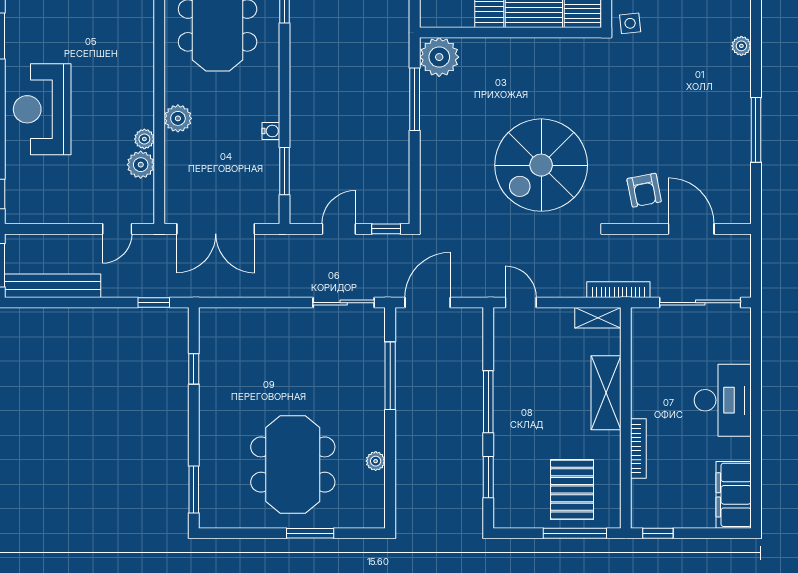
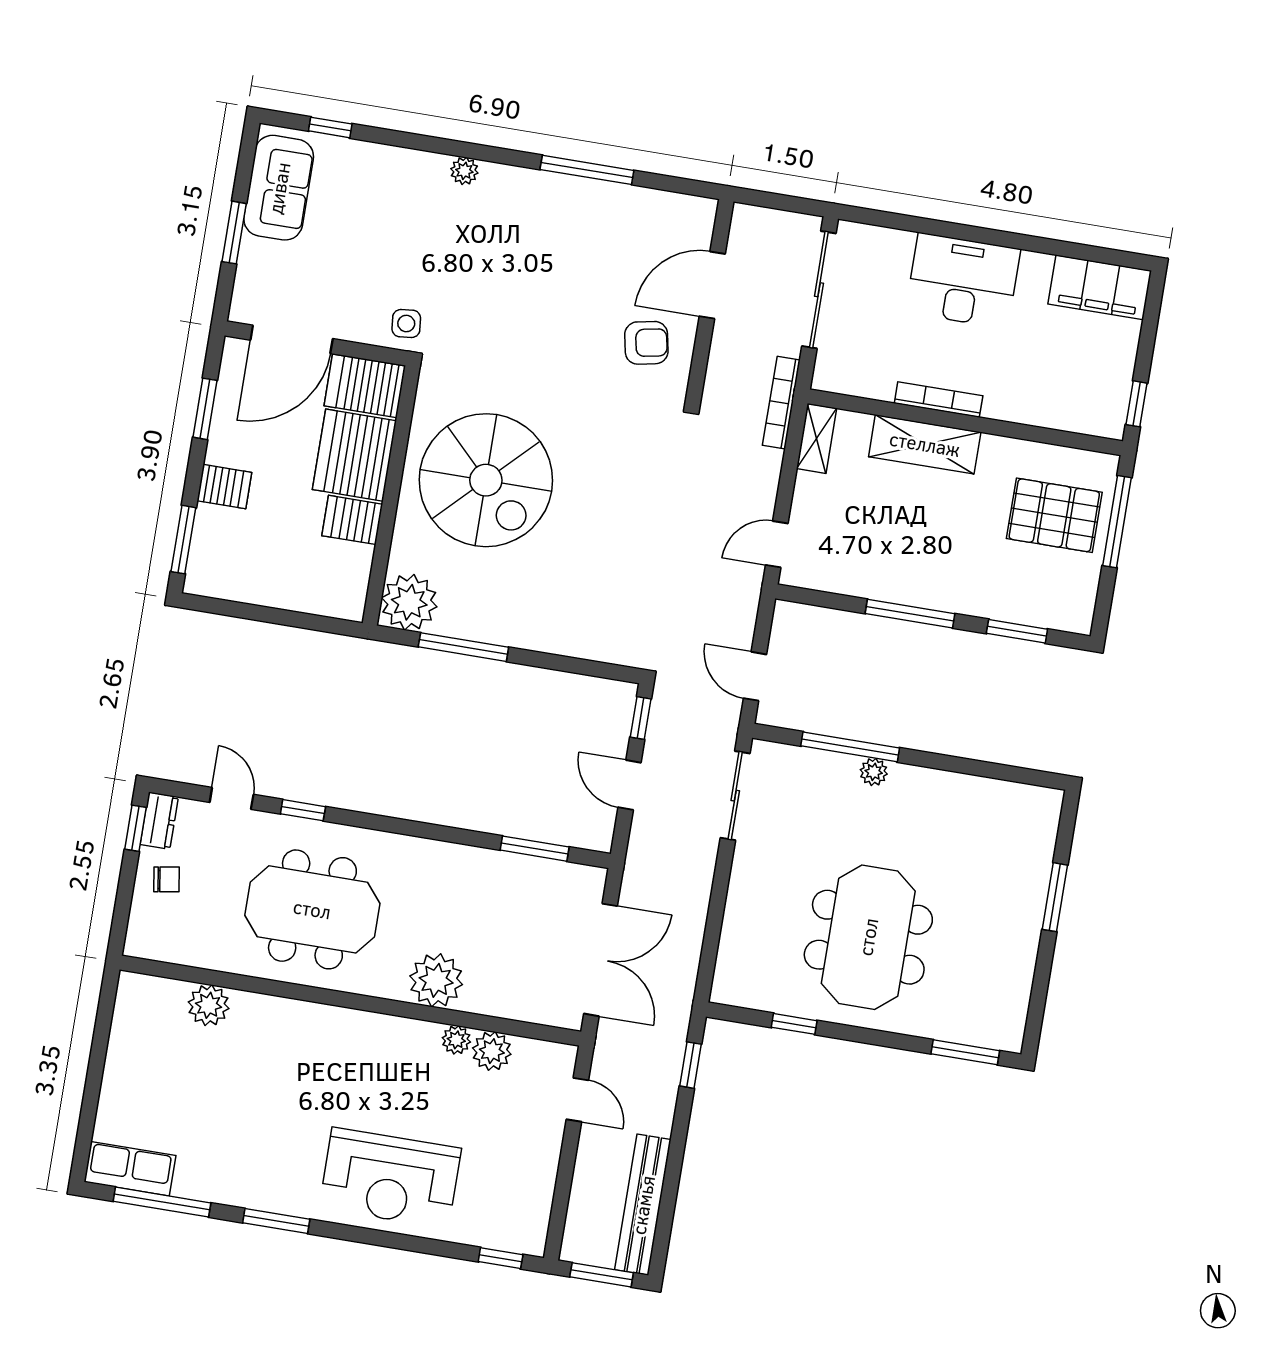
plant: (178, 118) -> (436, 980), width x1.36, depth x1.36
water cooler: (271, 131) -> (475, 858), removed
spiral stairs: (541, 165) -> (486, 480), moved
door: (428, 303) -> (755, 676), width x0.73
bookcase: (638, 448) -> (939, 400), moved
plant: (376, 461) -> (874, 772), moved
meeting table: (293, 465) -> (868, 937), moved, turned 90

